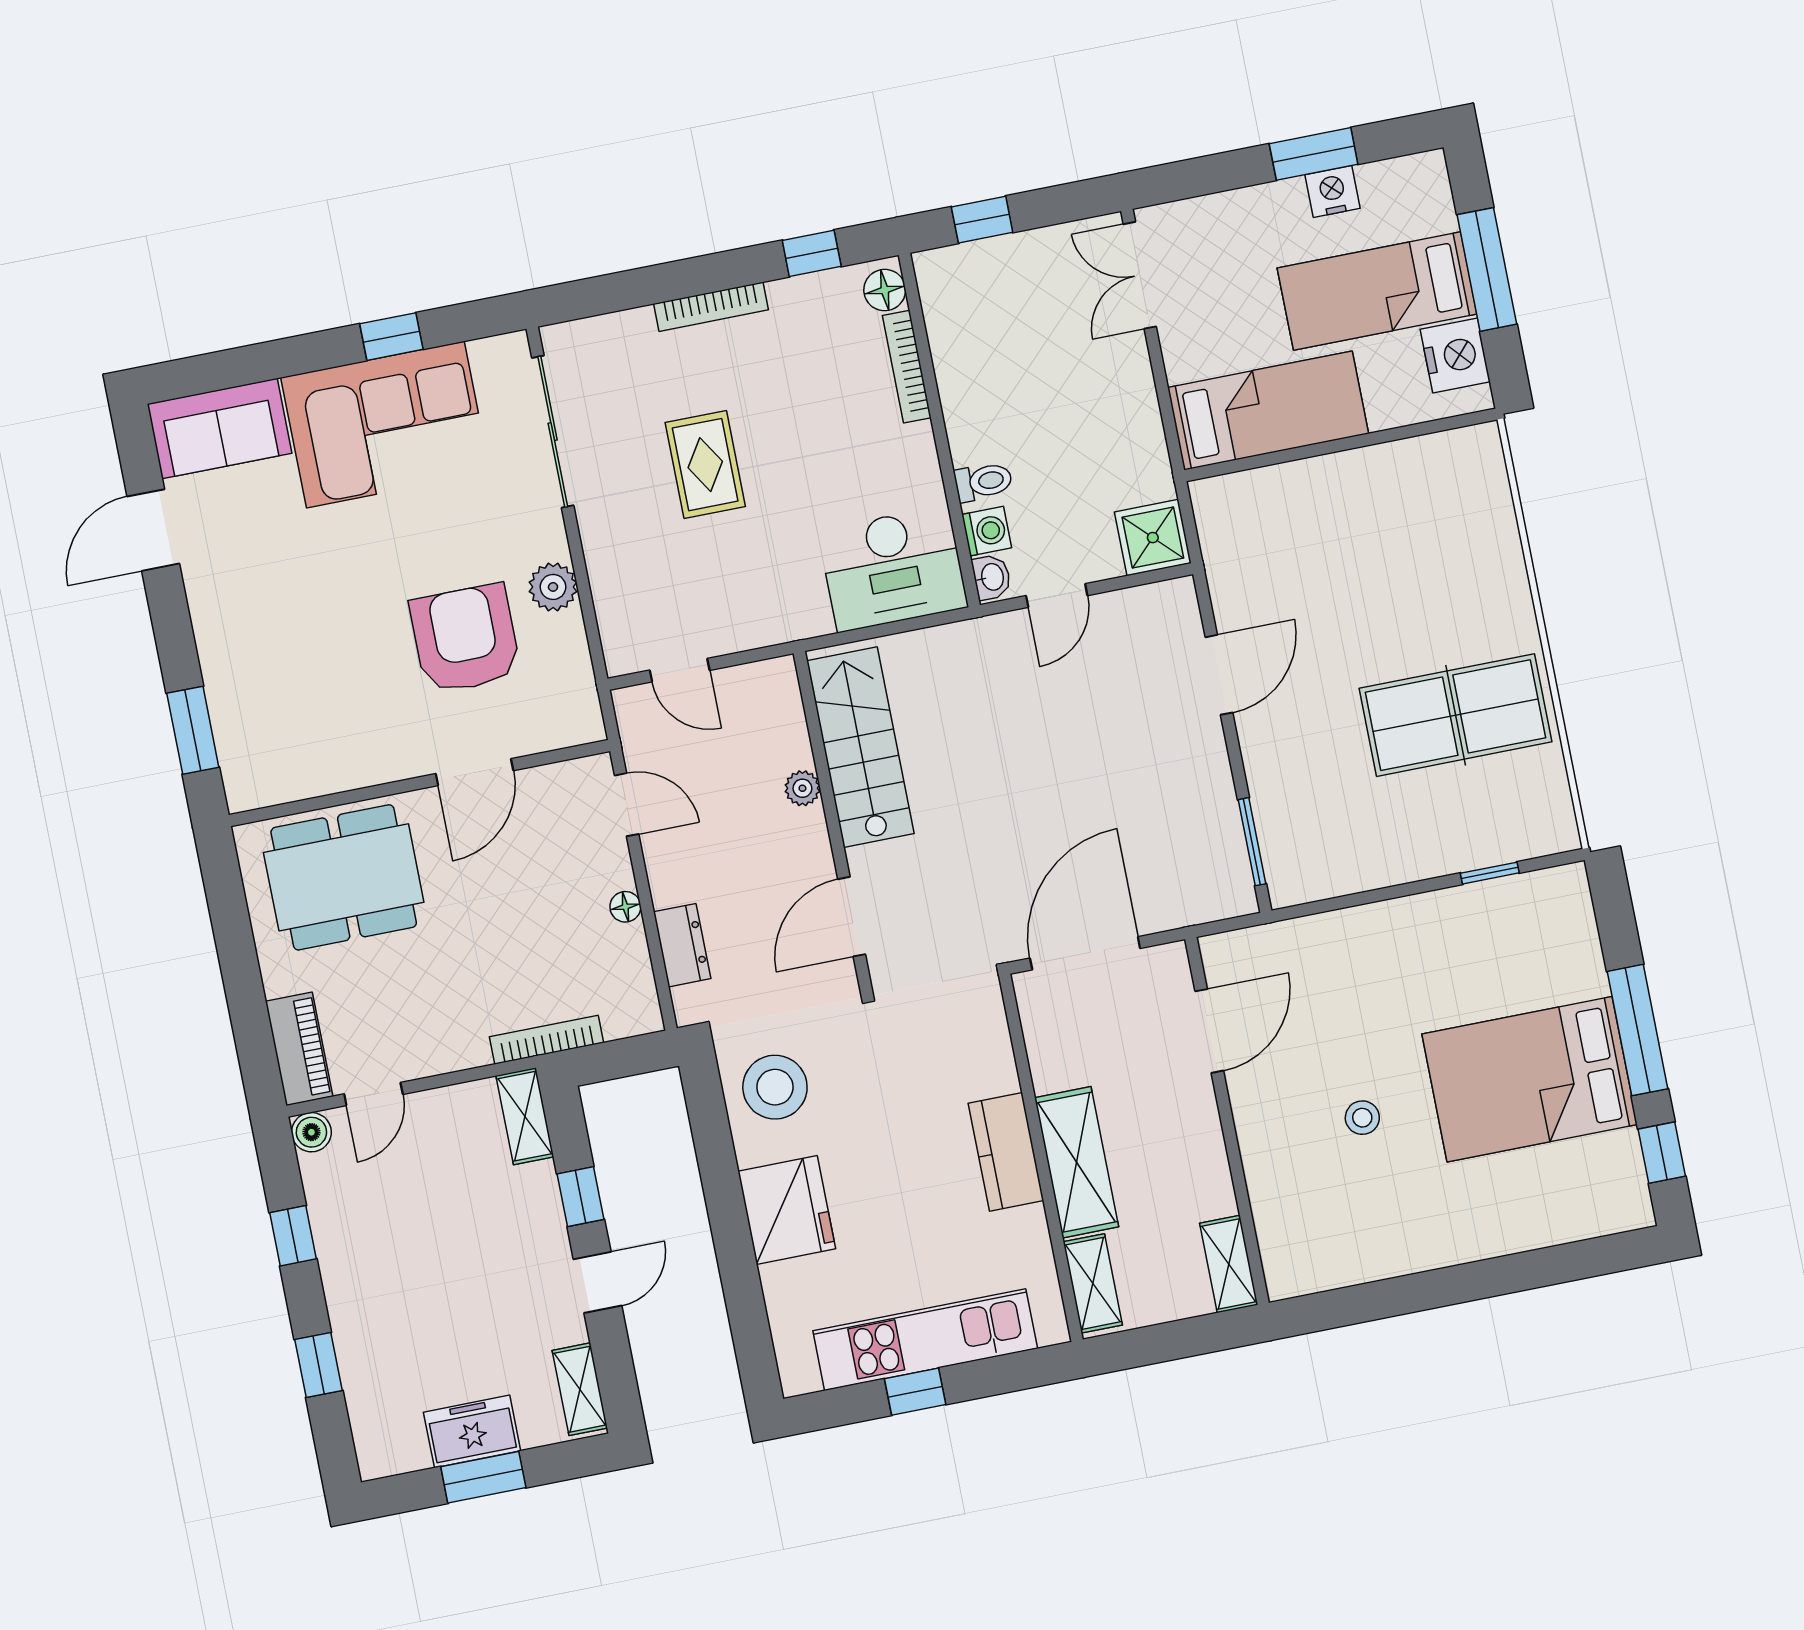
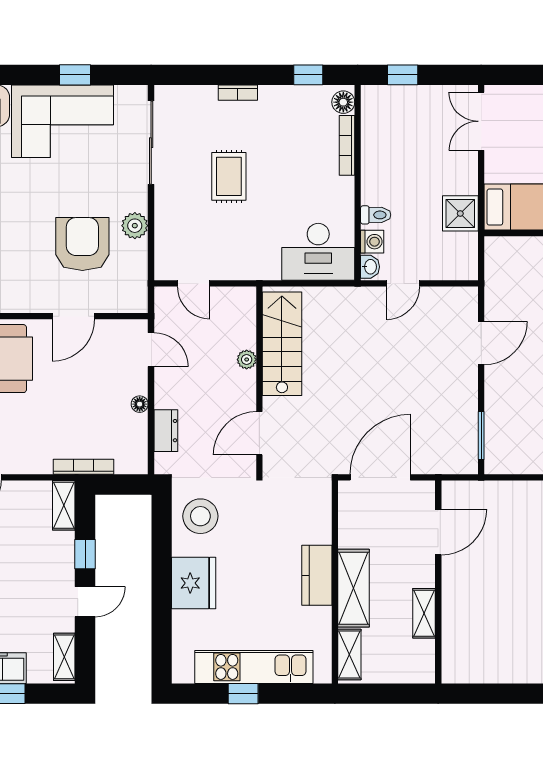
bookcase: (711, 307) -> (238, 93), width x0.64
shower: (1153, 538) -> (460, 213), moved
stool: (1362, 1118) -> (511, 595), removed
shelving: (1229, 1264) -> (424, 613), moved

